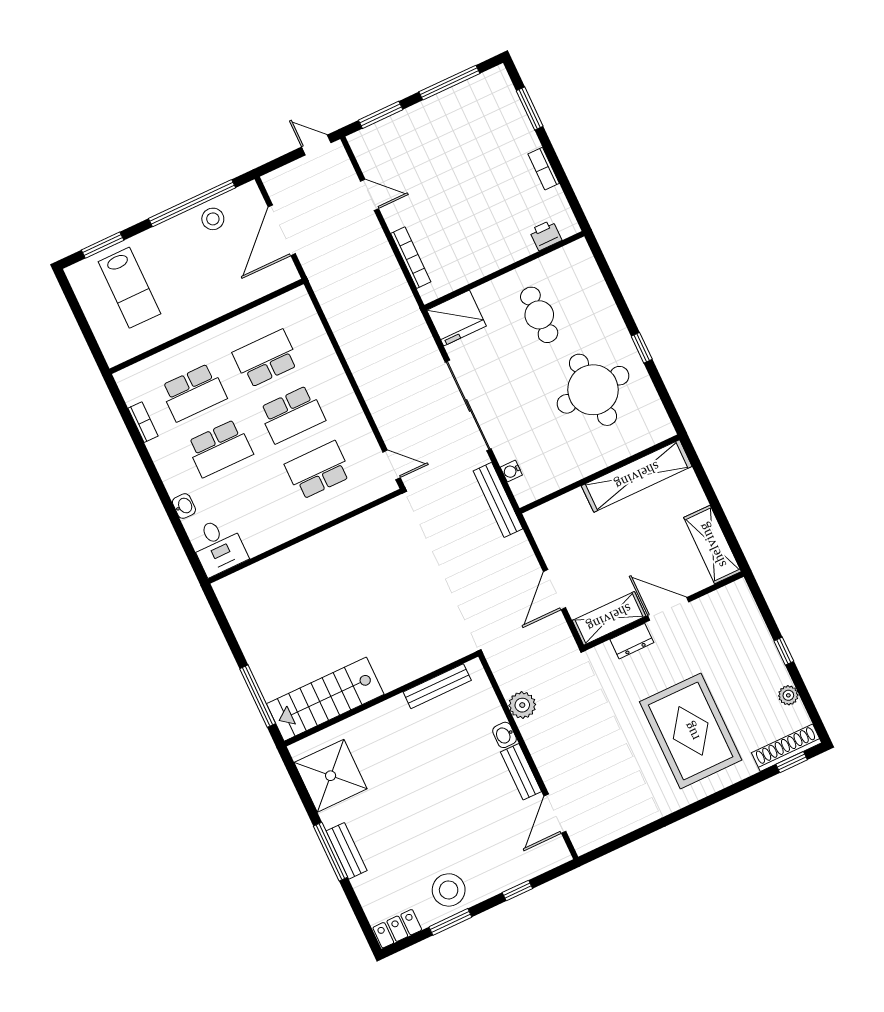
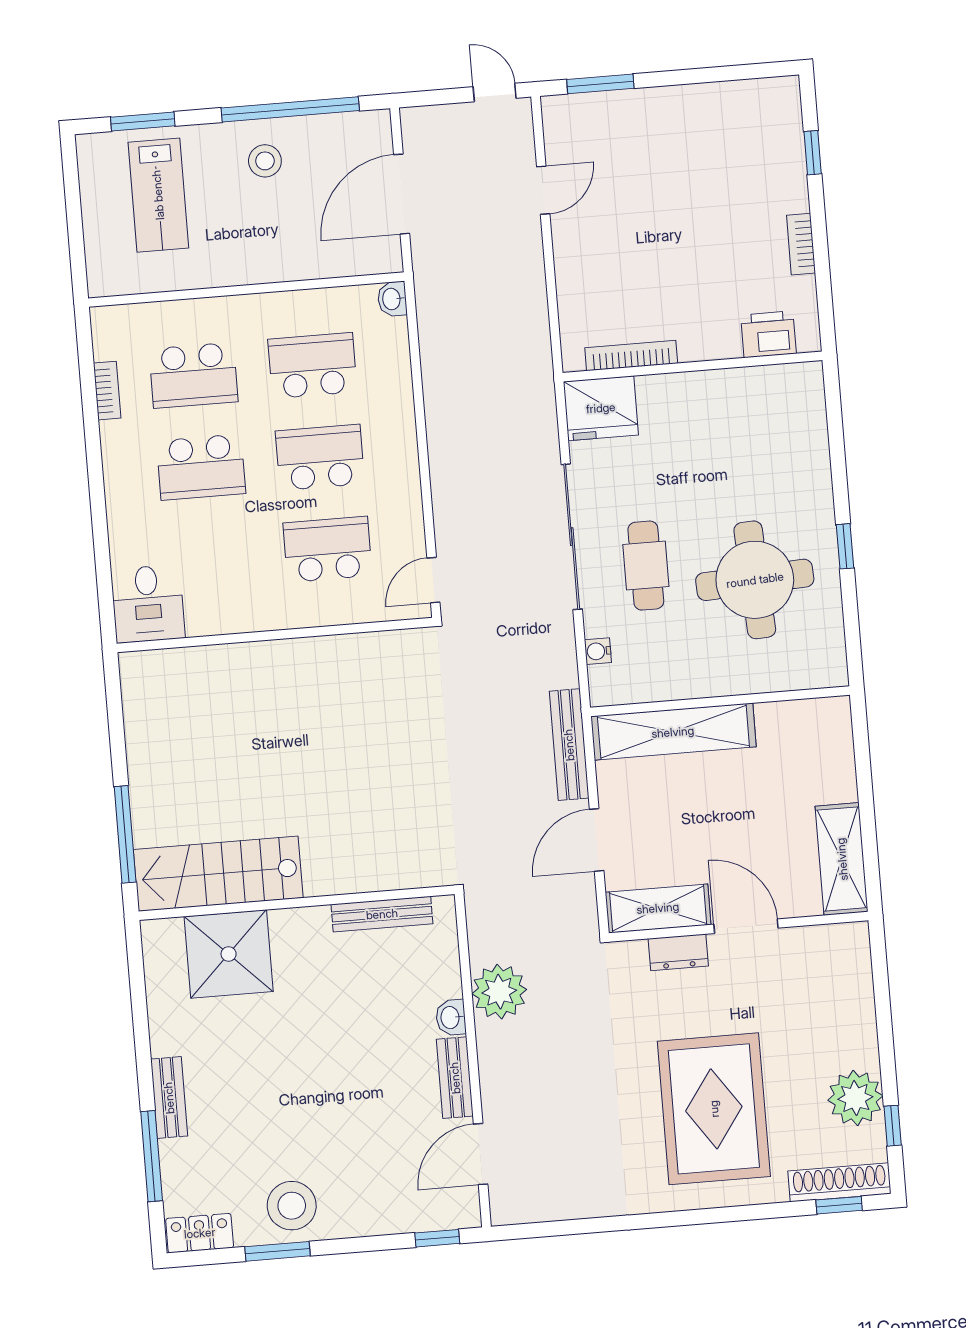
window: (449, 83) -> (714, 75), removed
window: (530, 109) -> (813, 153), width x0.67
door: (370, 195) -> (543, 190), hinge flipped
stool: (213, 219) -> (265, 161), moved
printer: (545, 235) -> (768, 334), width x1.36, depth x1.24
bookcase: (411, 258) -> (631, 356), moved, turned -90
cafe table: (539, 315) -> (646, 566), moved
school desk: (292, 414) -> (320, 457), turned 180
door: (392, 465) -> (433, 580), swing flipped
shelving: (637, 476) -> (673, 732), moved
bench: (498, 500) -> (569, 745), moved
washbasin: (184, 506) -> (392, 299), moved, turned 180
window: (784, 651) -> (893, 1126), moved
plant: (788, 695) -> (855, 1098), width x1.87, depth x1.87
plant: (522, 705) -> (499, 992), width x1.36, depth x1.36
shower: (331, 776) -> (229, 954), moved
window: (330, 852) -> (152, 1156), moved
window: (517, 890) -> (437, 1238), moved

